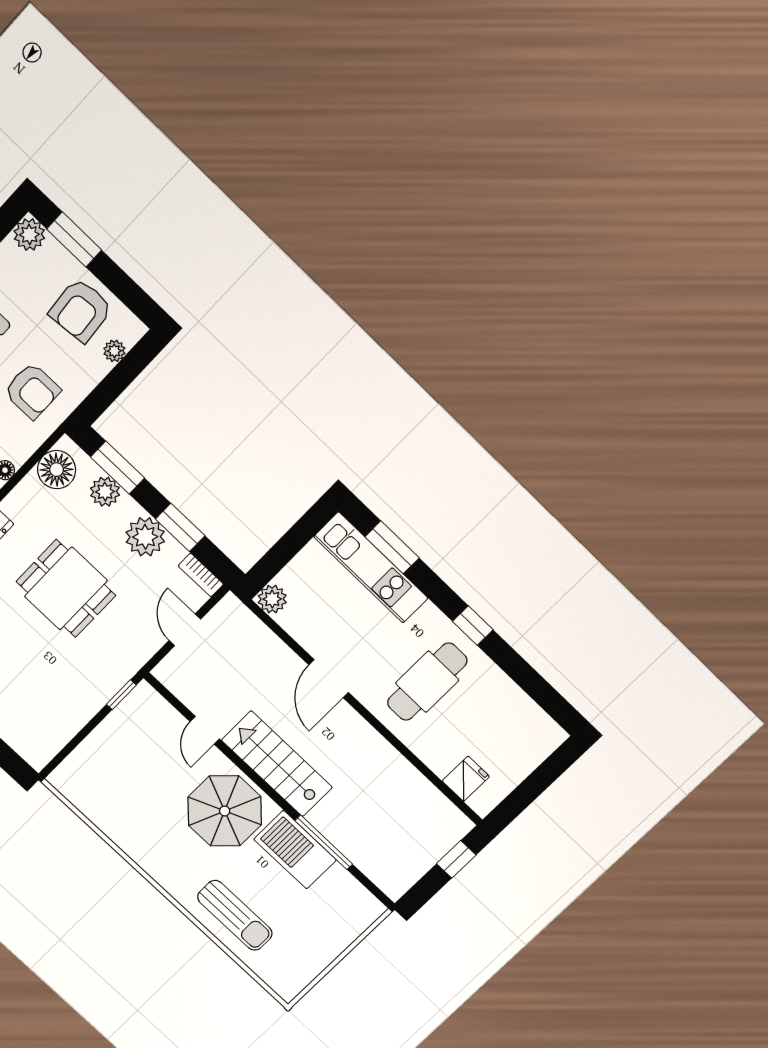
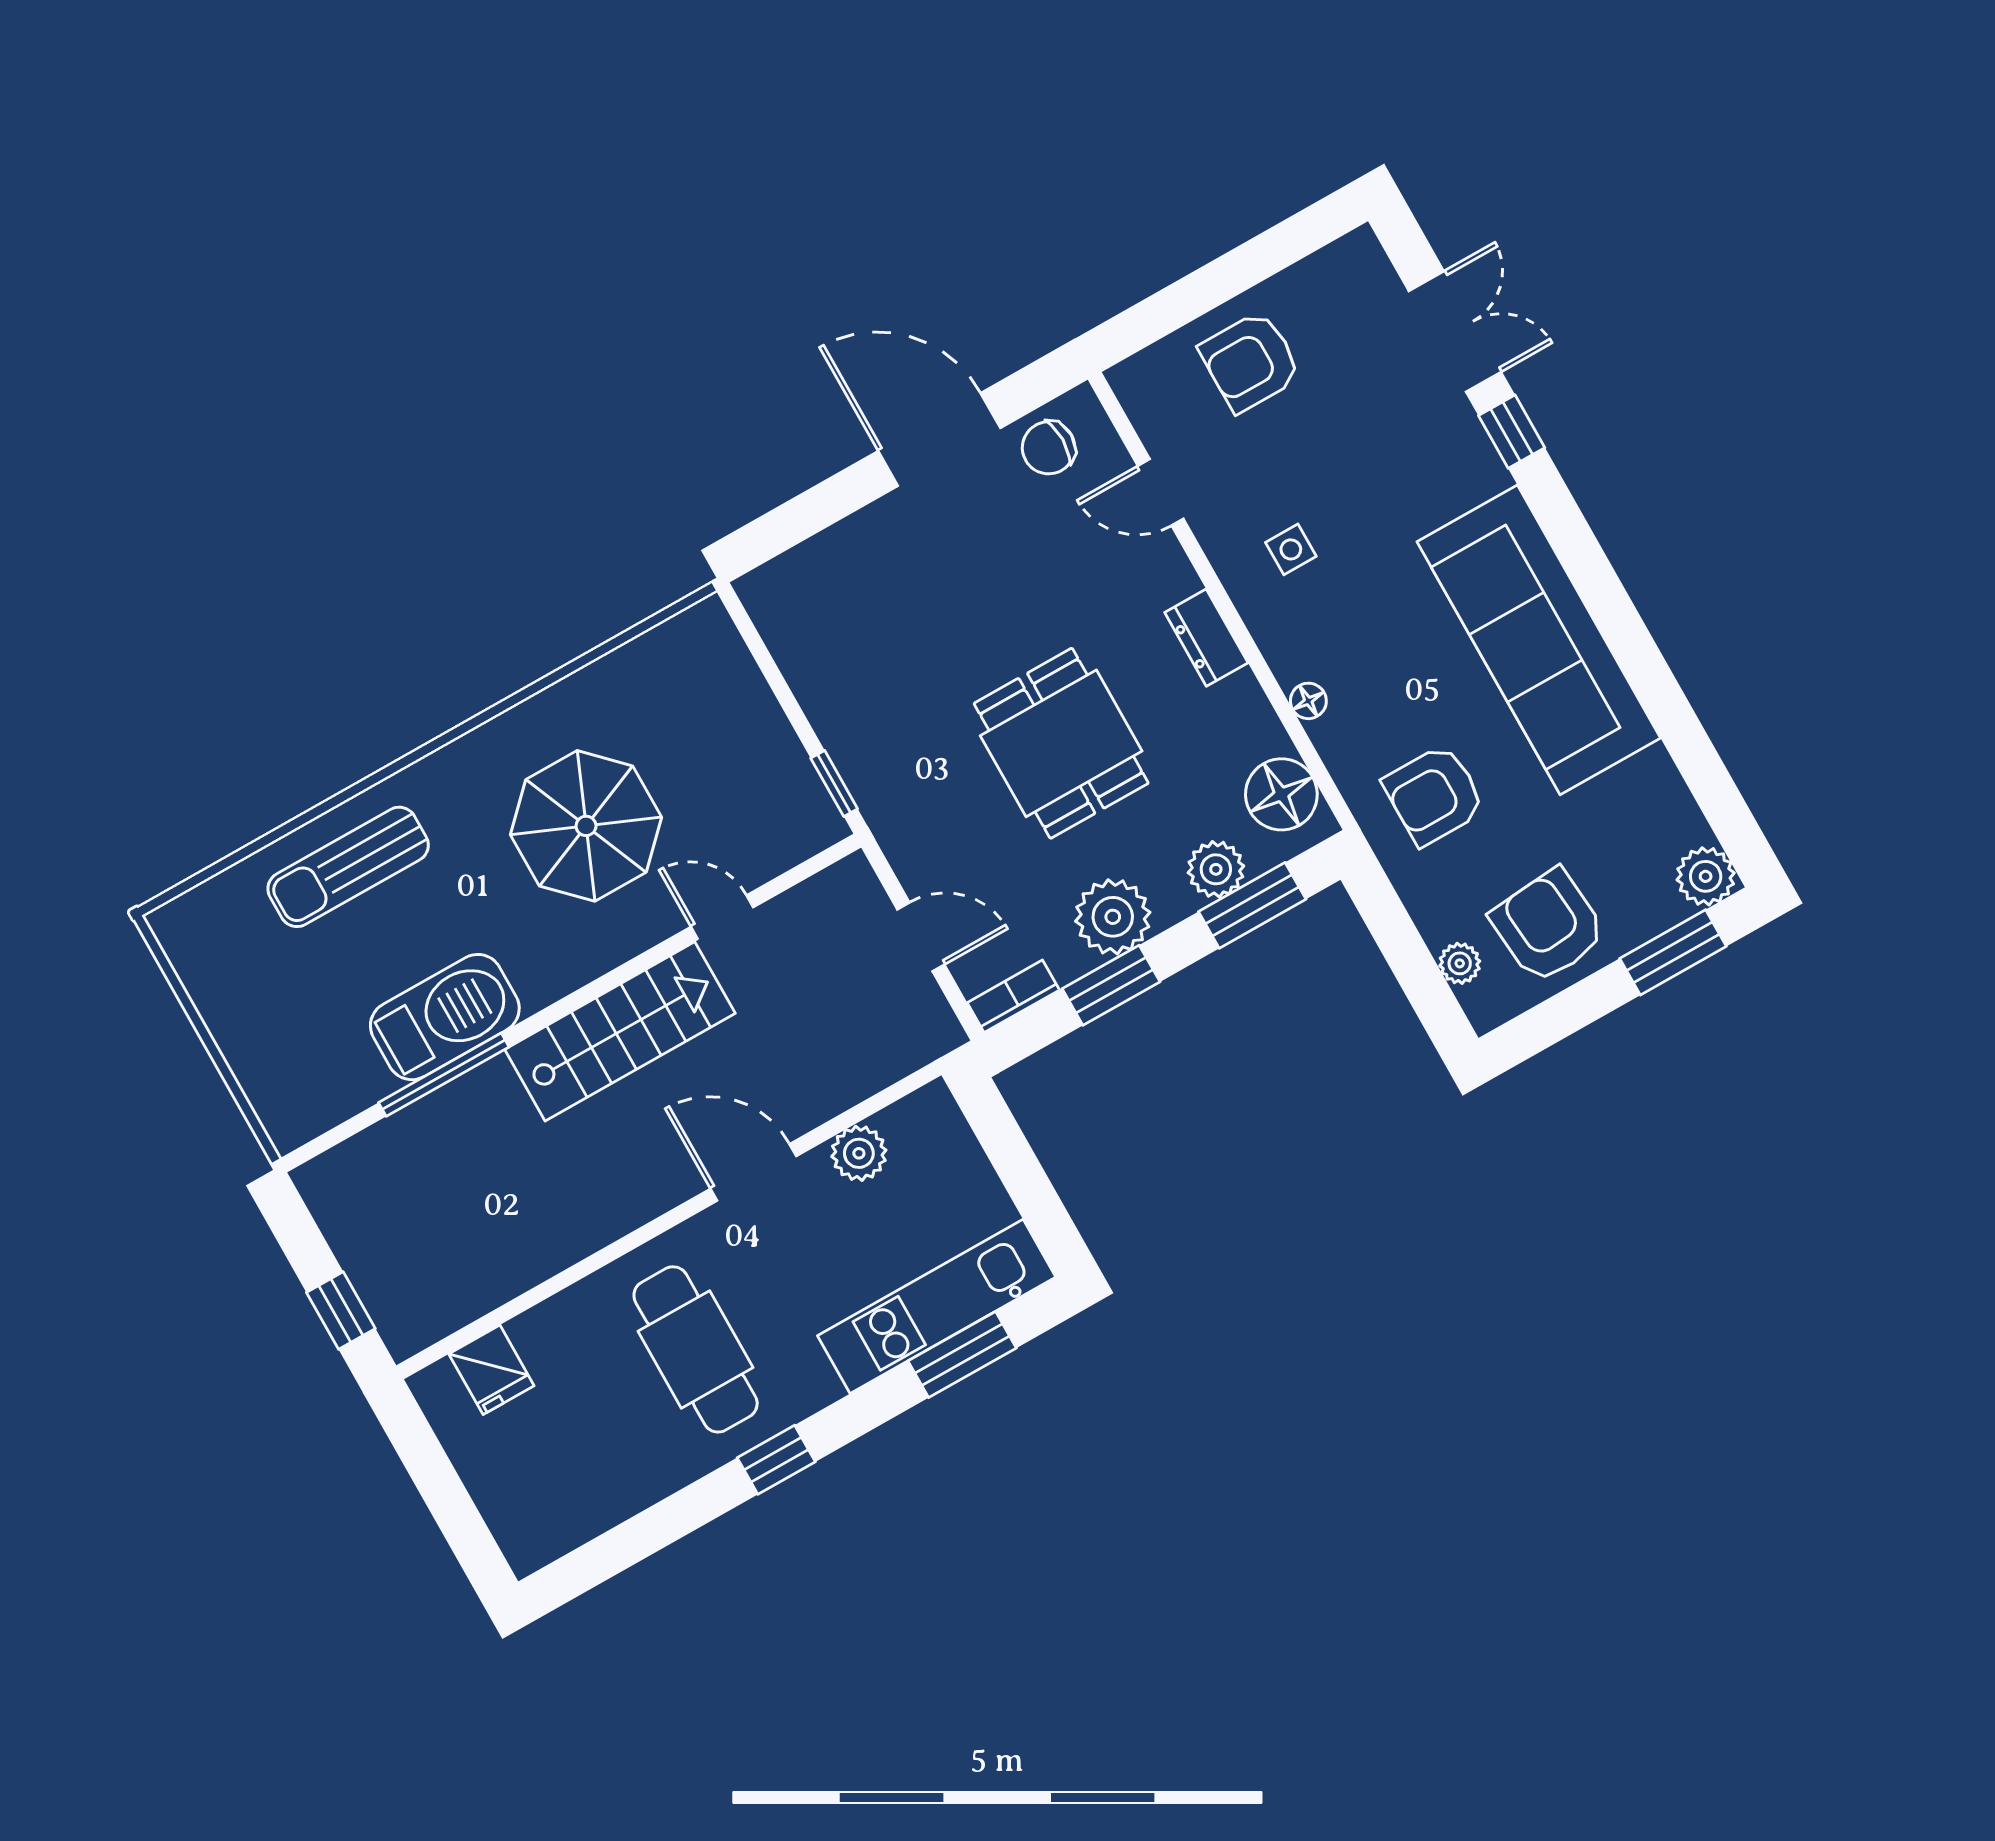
dining table: (66, 588) -> (1061, 743), turned 90
plant: (272, 599) -> (859, 1153), moved
parasol: (225, 811) -> (586, 826), moved

